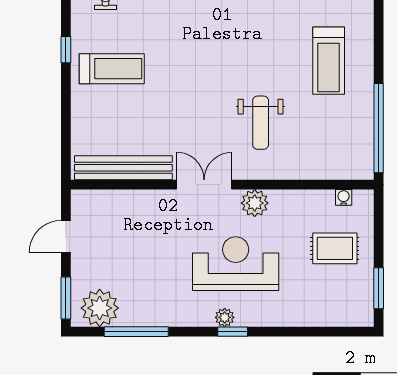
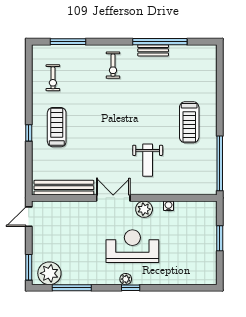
window: (66, 50) -> (29, 133), moved
treadmill: (112, 69) -> (57, 127), turned -90
water cooler: (344, 197) -> (168, 206), moved
door: (66, 237) -> (29, 217), moved
rug: (335, 248) -> (193, 237), removed
window: (379, 288) -> (220, 238), moved

